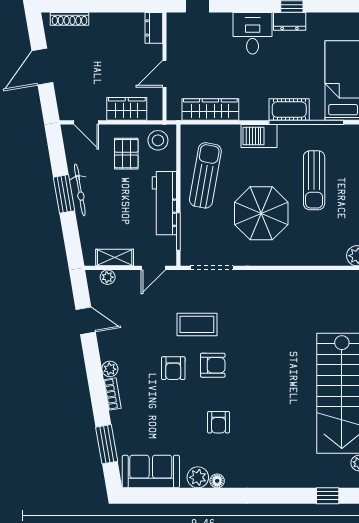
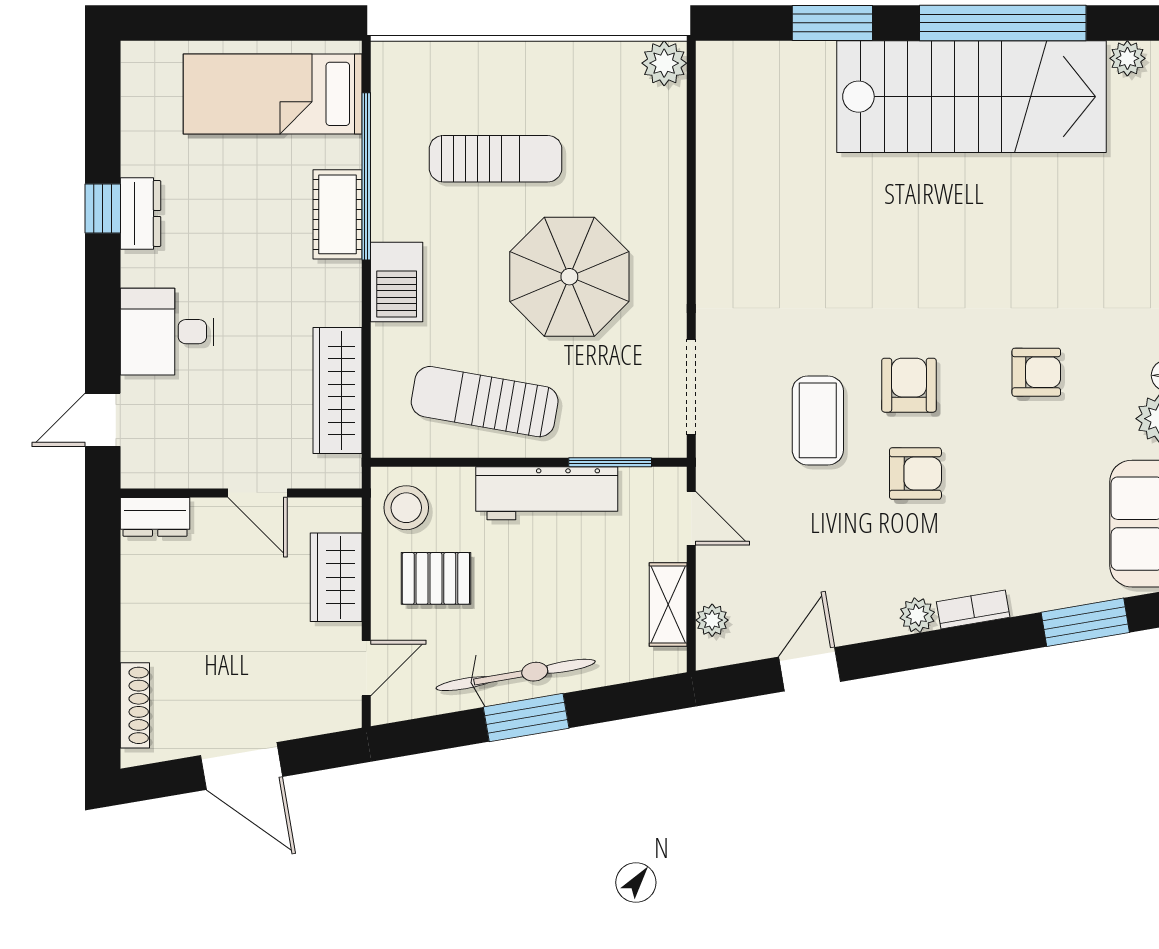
desk: (253, 33) -> (167, 332), moved
bicycle: (80, 190) -> (516, 675), width x1.37, depth x1.40

